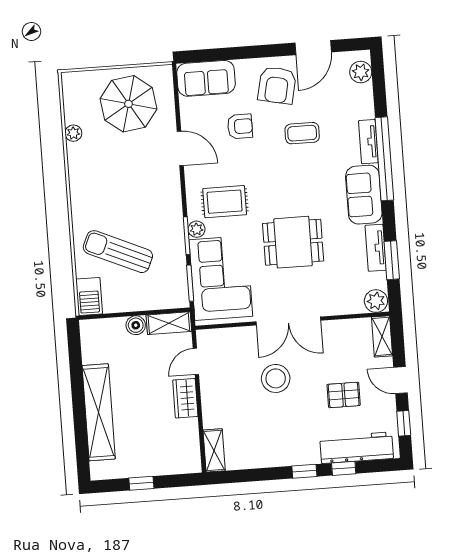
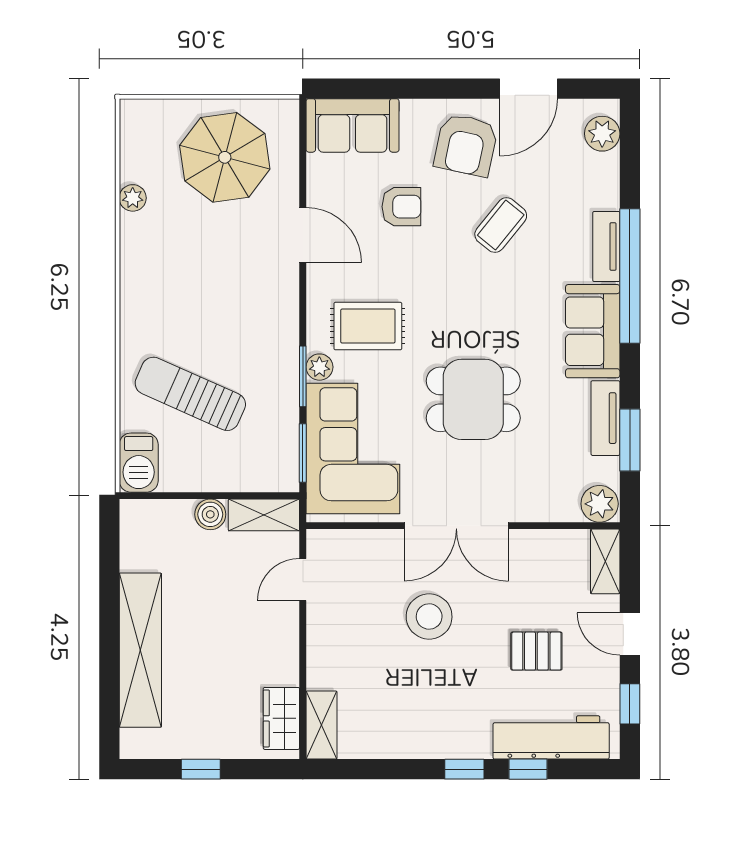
coffee table: (302, 133) -> (501, 225), turned -51
wardrobe: (185, 398) -> (281, 718), moved

